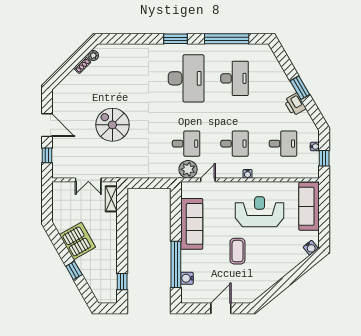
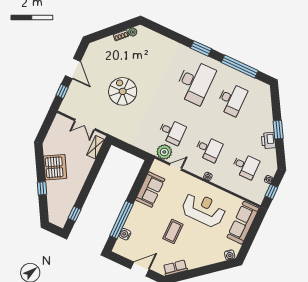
sofa: (192, 224) -> (150, 190), width x0.73
row of seats: (258, 289) -> (175, 268), added

